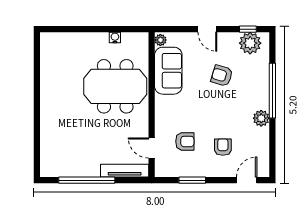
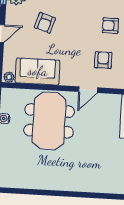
door: (152, 148) -> (88, 90), moved

